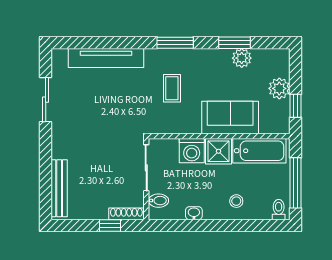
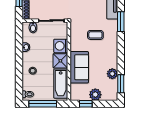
window: (175, 43) -> (121, 22), moved
window: (234, 43) -> (121, 84), moved

